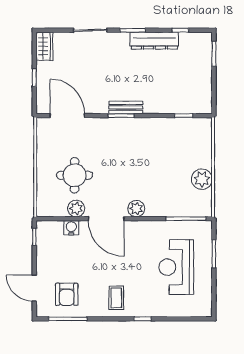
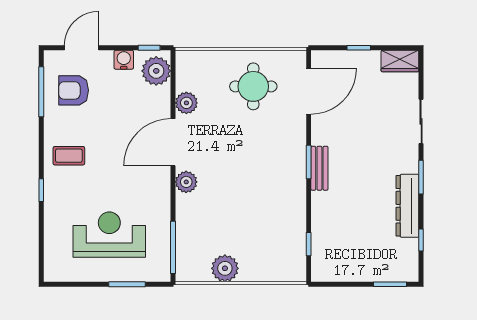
round table: (75, 175) -> (253, 86), moved
water cooler: (71, 228) -> (124, 60), moved, turned -90
plant: (52, 231) -> (156, 71), added

